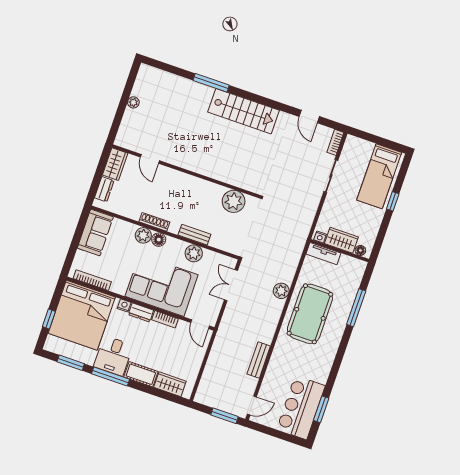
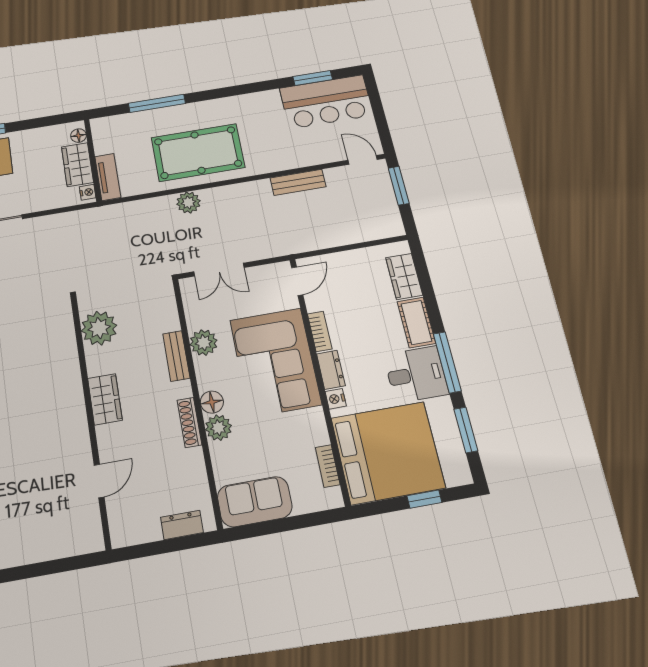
plant: (133, 102) -> (24, 555), removed
wardrobe: (115, 164) -> (105, 399), moved, turned 90
bookcase: (92, 280) -> (328, 466), width x0.64

